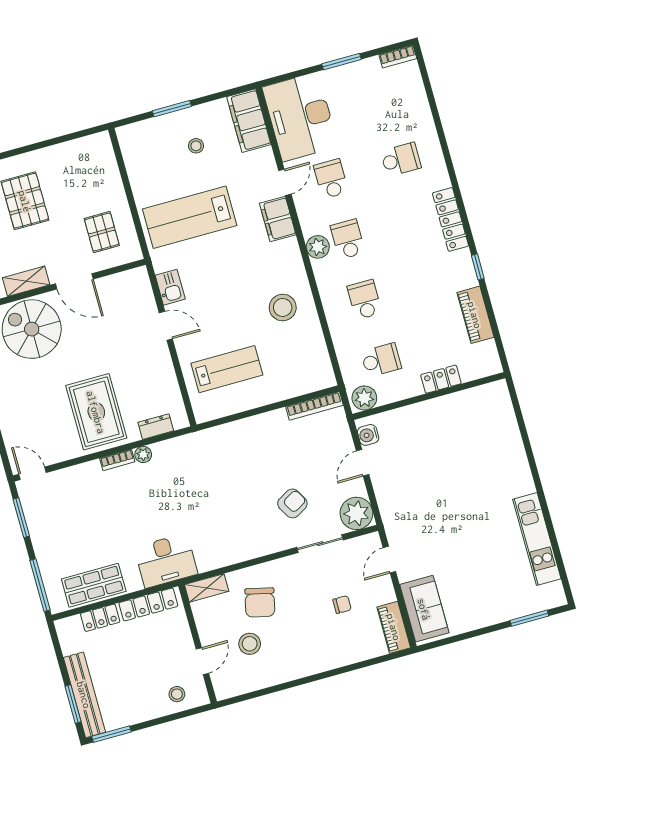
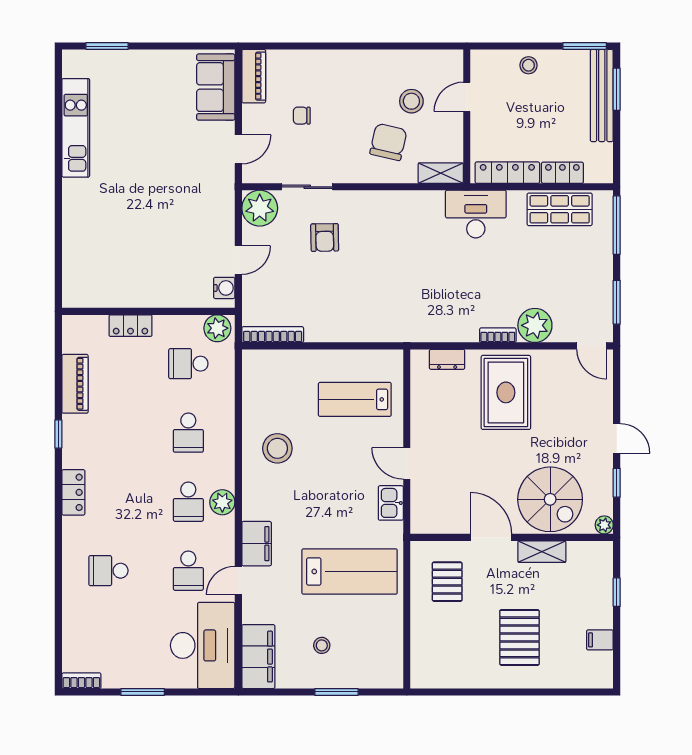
locker: (451, 219) -> (73, 492), width x0.66
plant: (143, 454) -> (535, 325), moved, width x1.88, depth x1.88
armchair: (292, 503) -> (325, 237), turned -61
stool: (177, 694) -> (528, 65), moved

